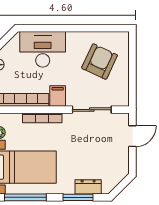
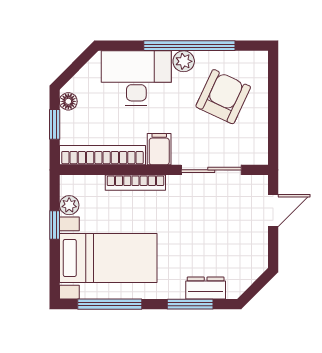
window: (77, 28) -> (189, 46), added
plant: (74, 38) -> (184, 61), added

